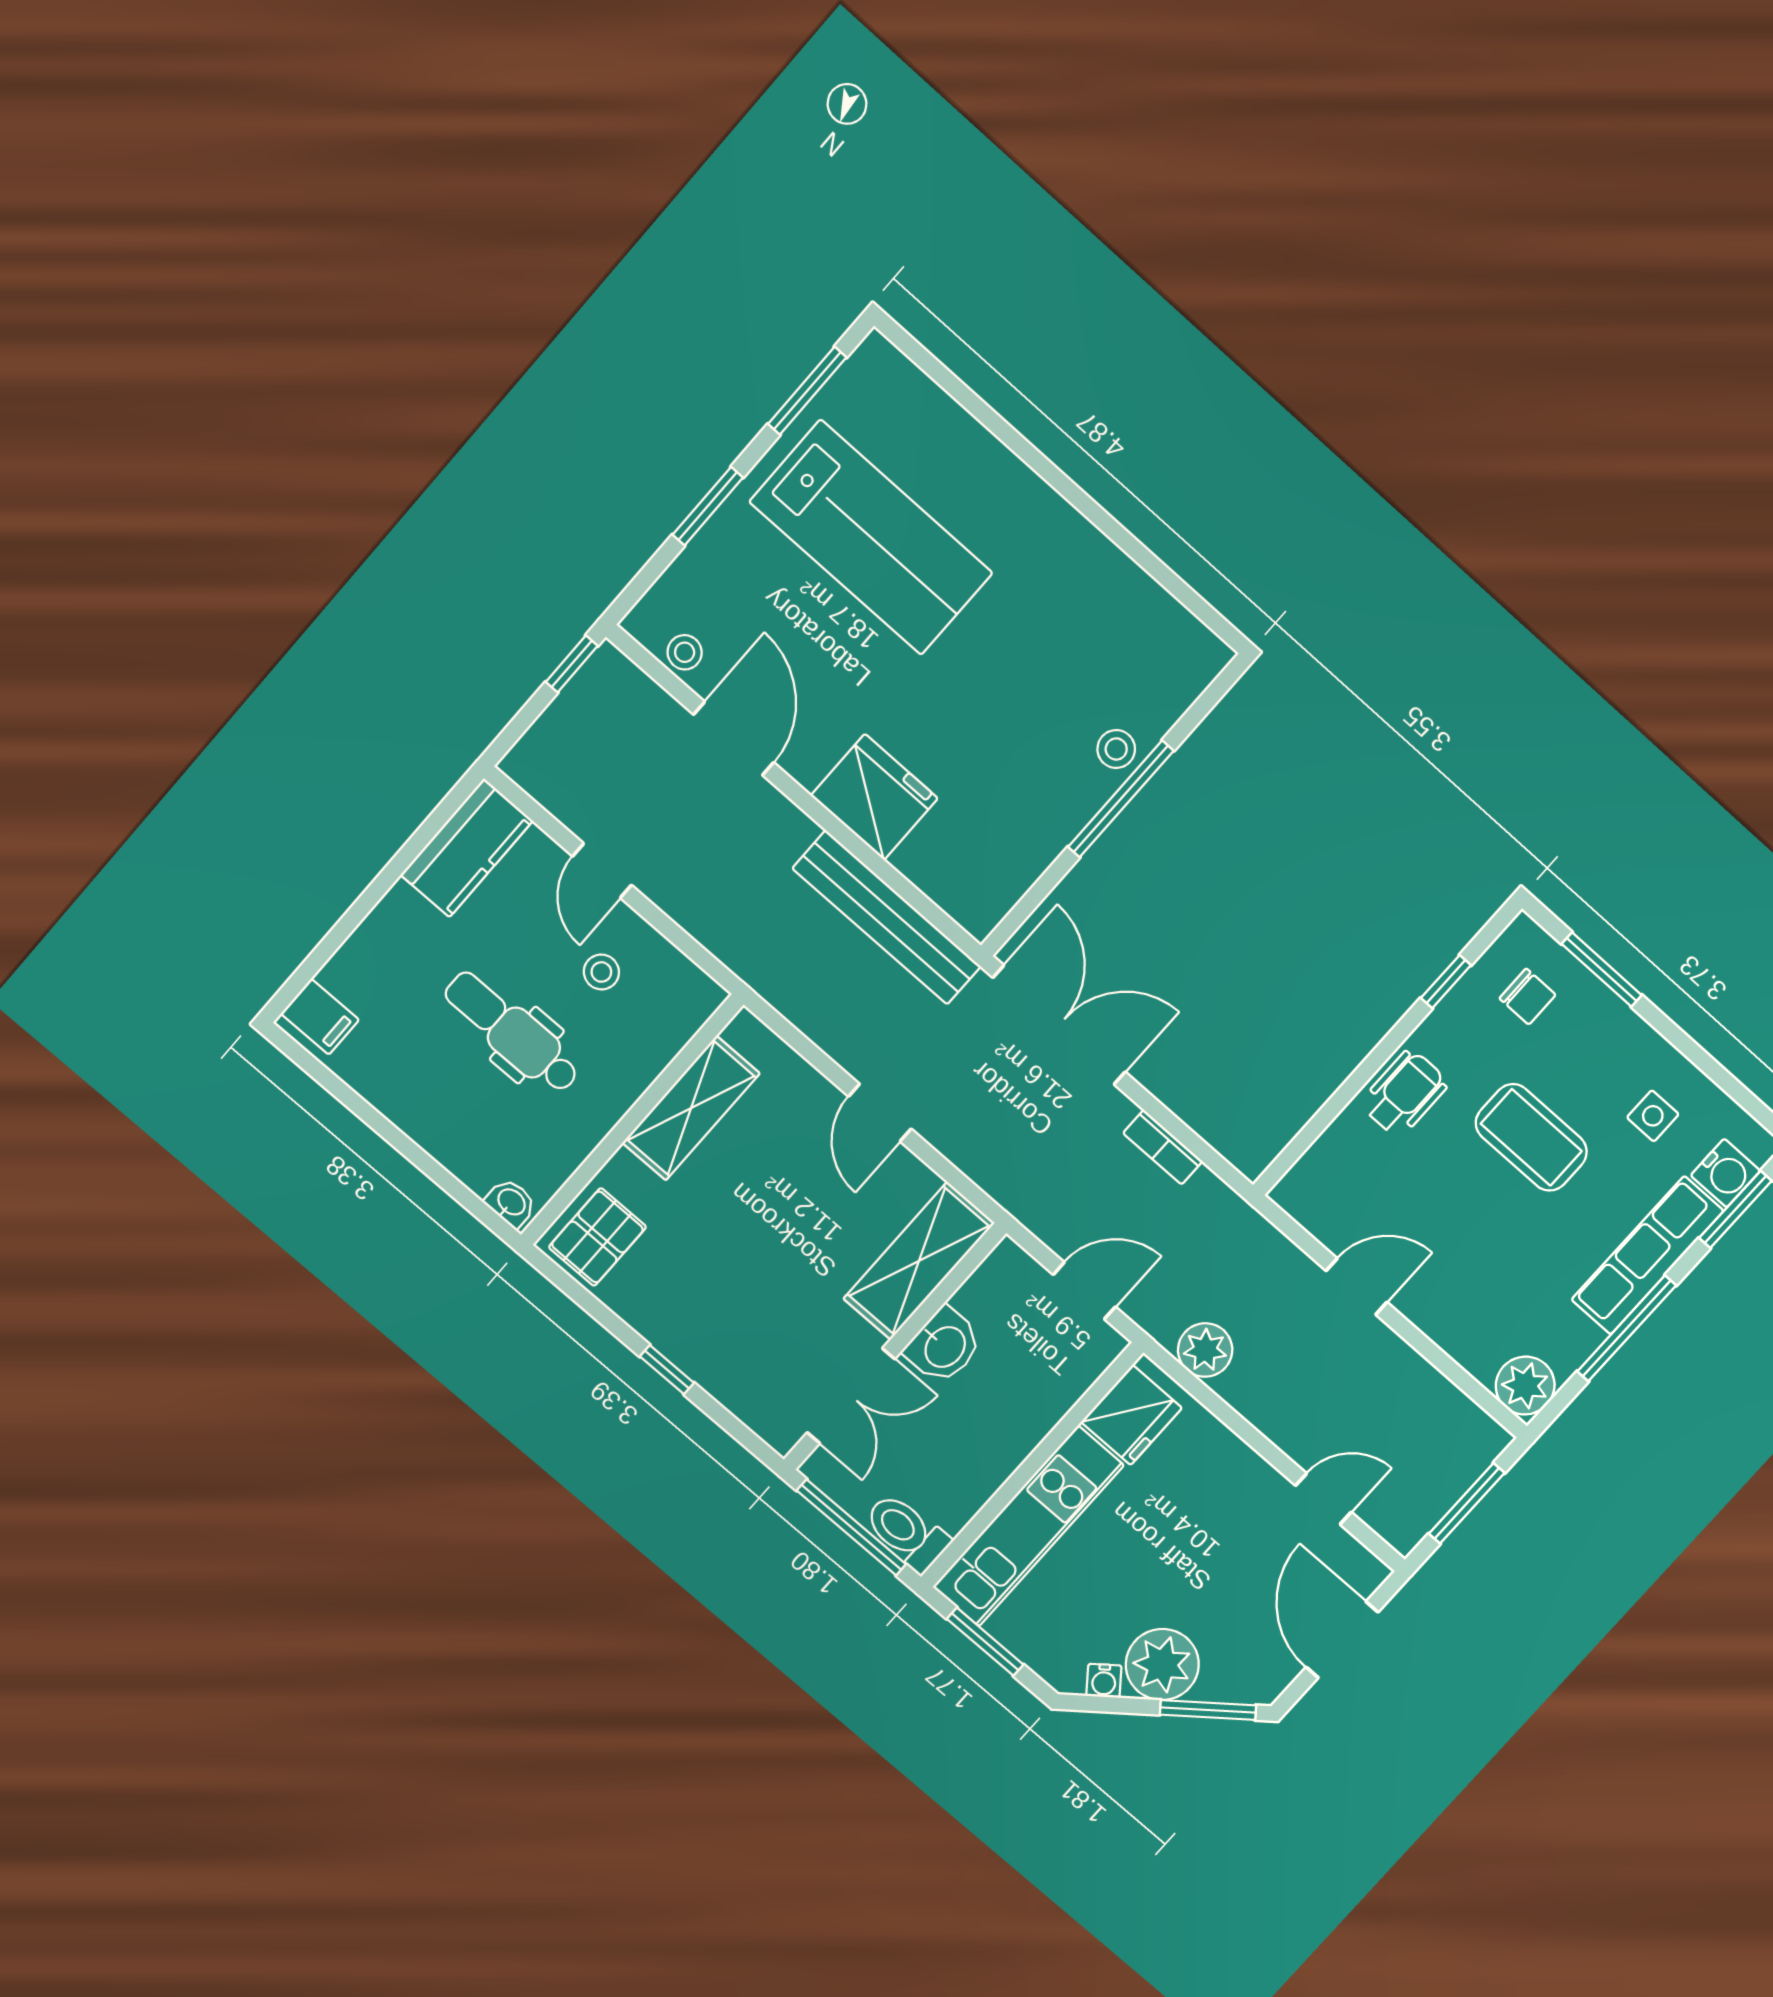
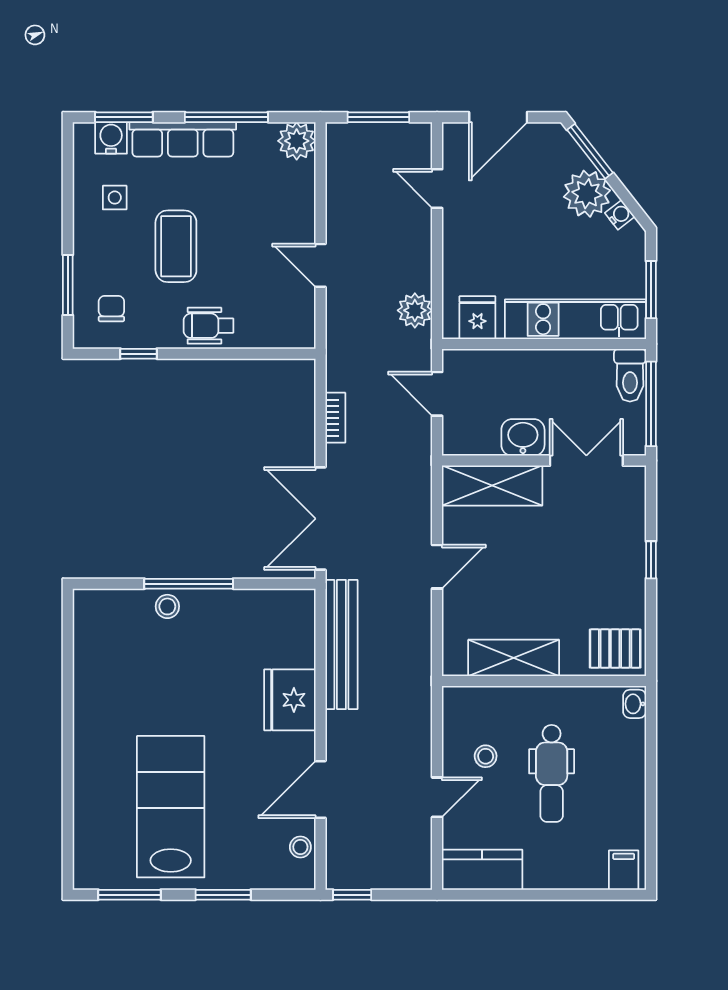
fridge: (1131, 1415) -> (477, 318), width x0.72

